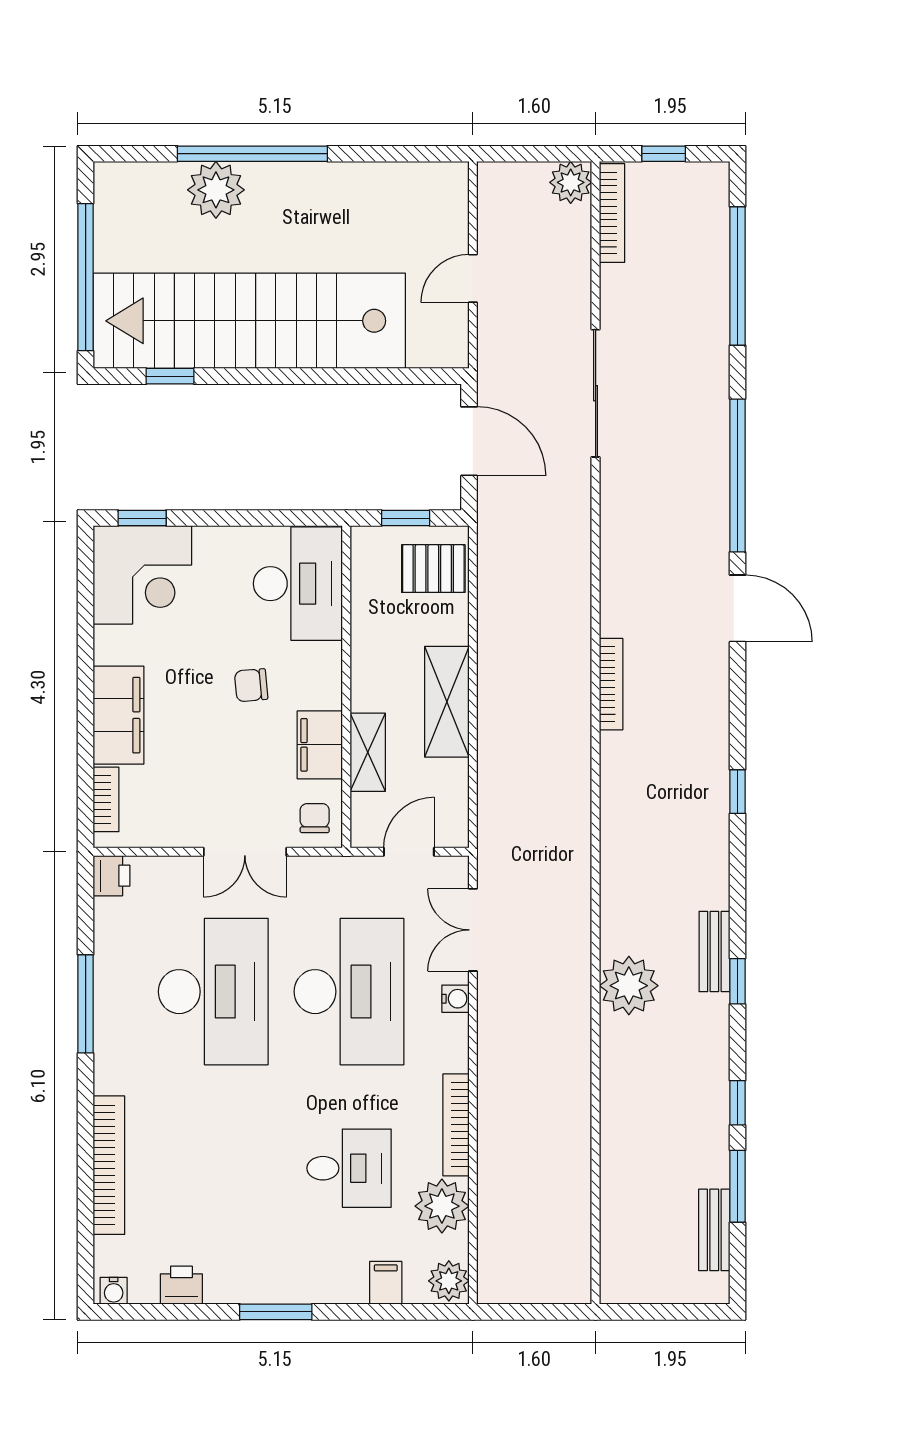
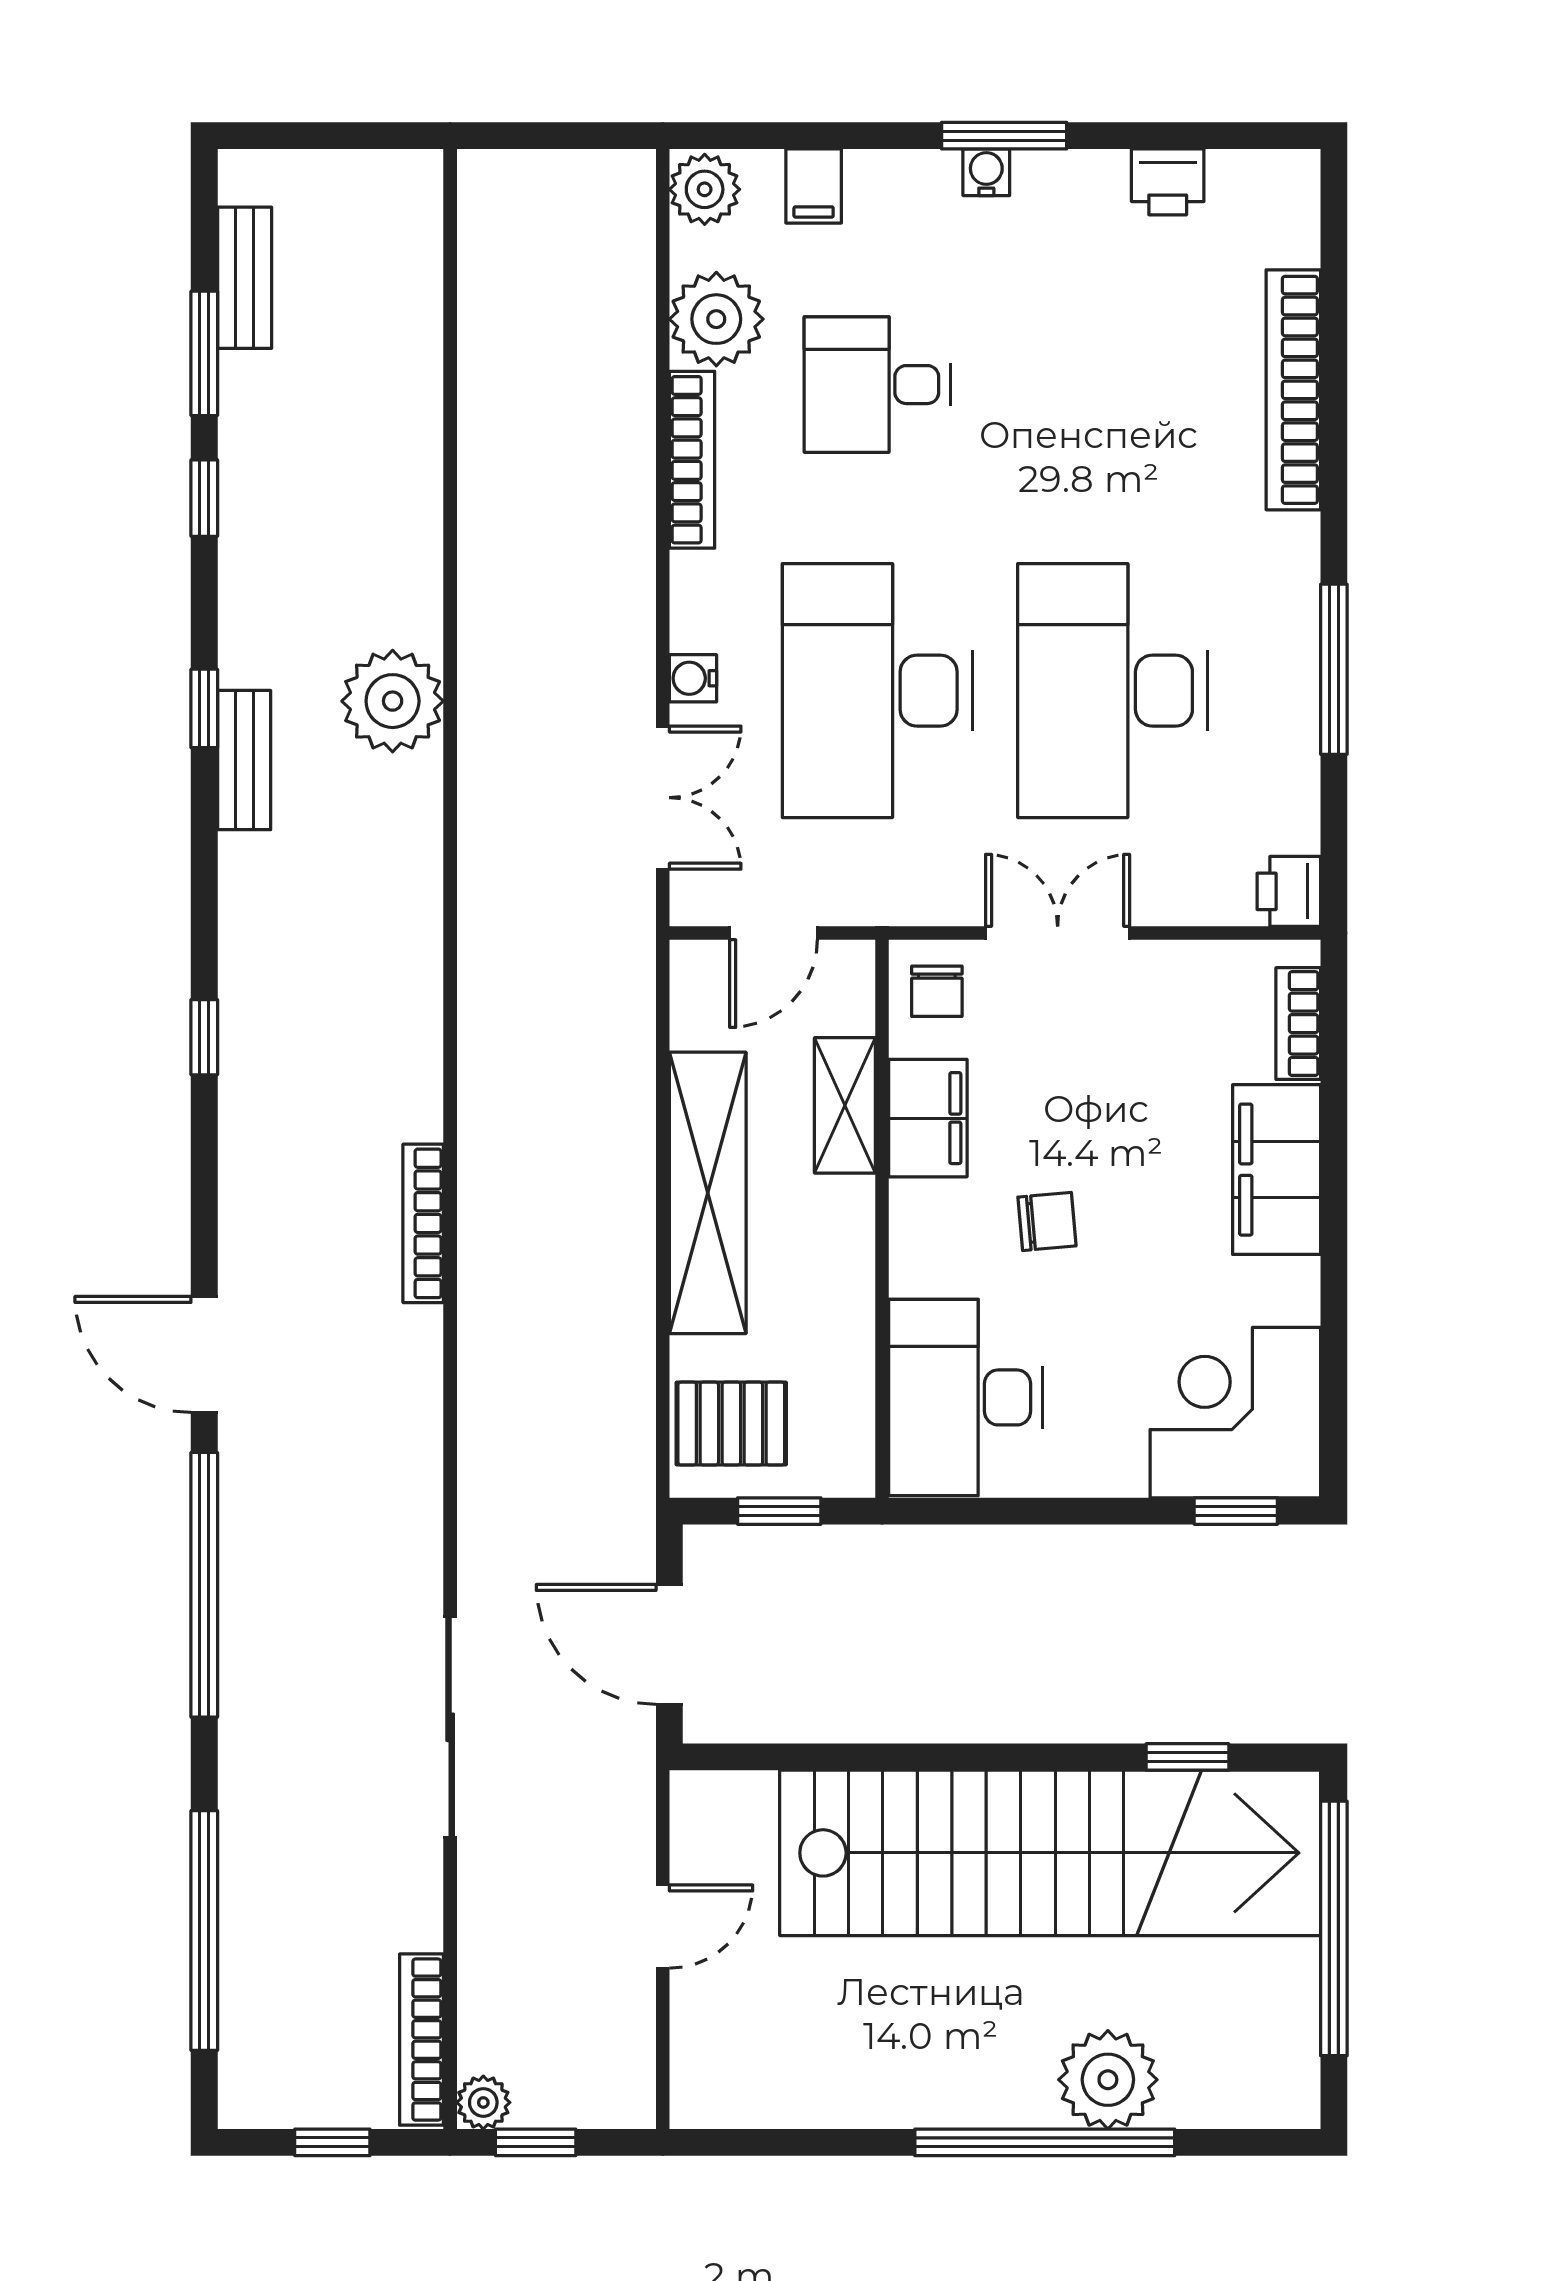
window: (546, 154) -> (536, 2142), added
plant: (571, 182) -> (483, 2102), width x0.73, depth x0.73
shelving: (447, 702) -> (708, 1193), width x1.47
water cooler: (114, 1291) -> (986, 172), moved

